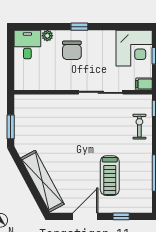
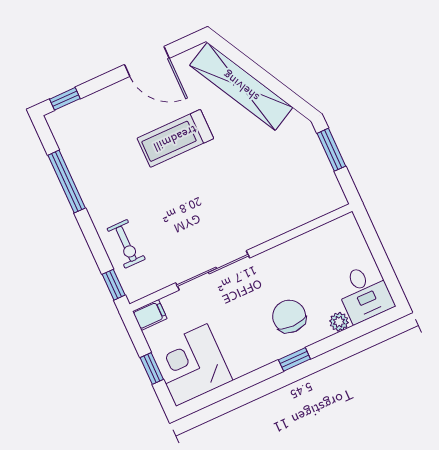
treadmill: (110, 176) -> (175, 138), moved, turned -90
door: (85, 216) -> (147, 61), hinge flipped
window: (121, 216) -> (65, 99), moved

